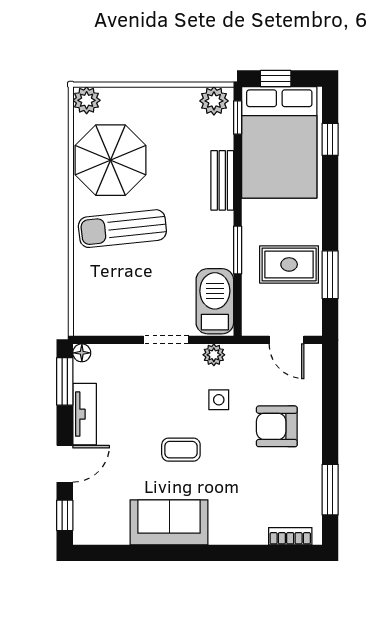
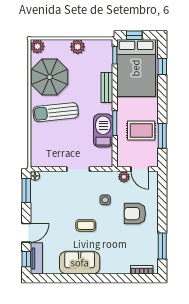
plant: (214, 101) -> (78, 47), moved
barbecue: (215, 301) -> (103, 131), moved
plant: (214, 355) -> (124, 177), moved
tv unit: (85, 414) -> (36, 258), moved

